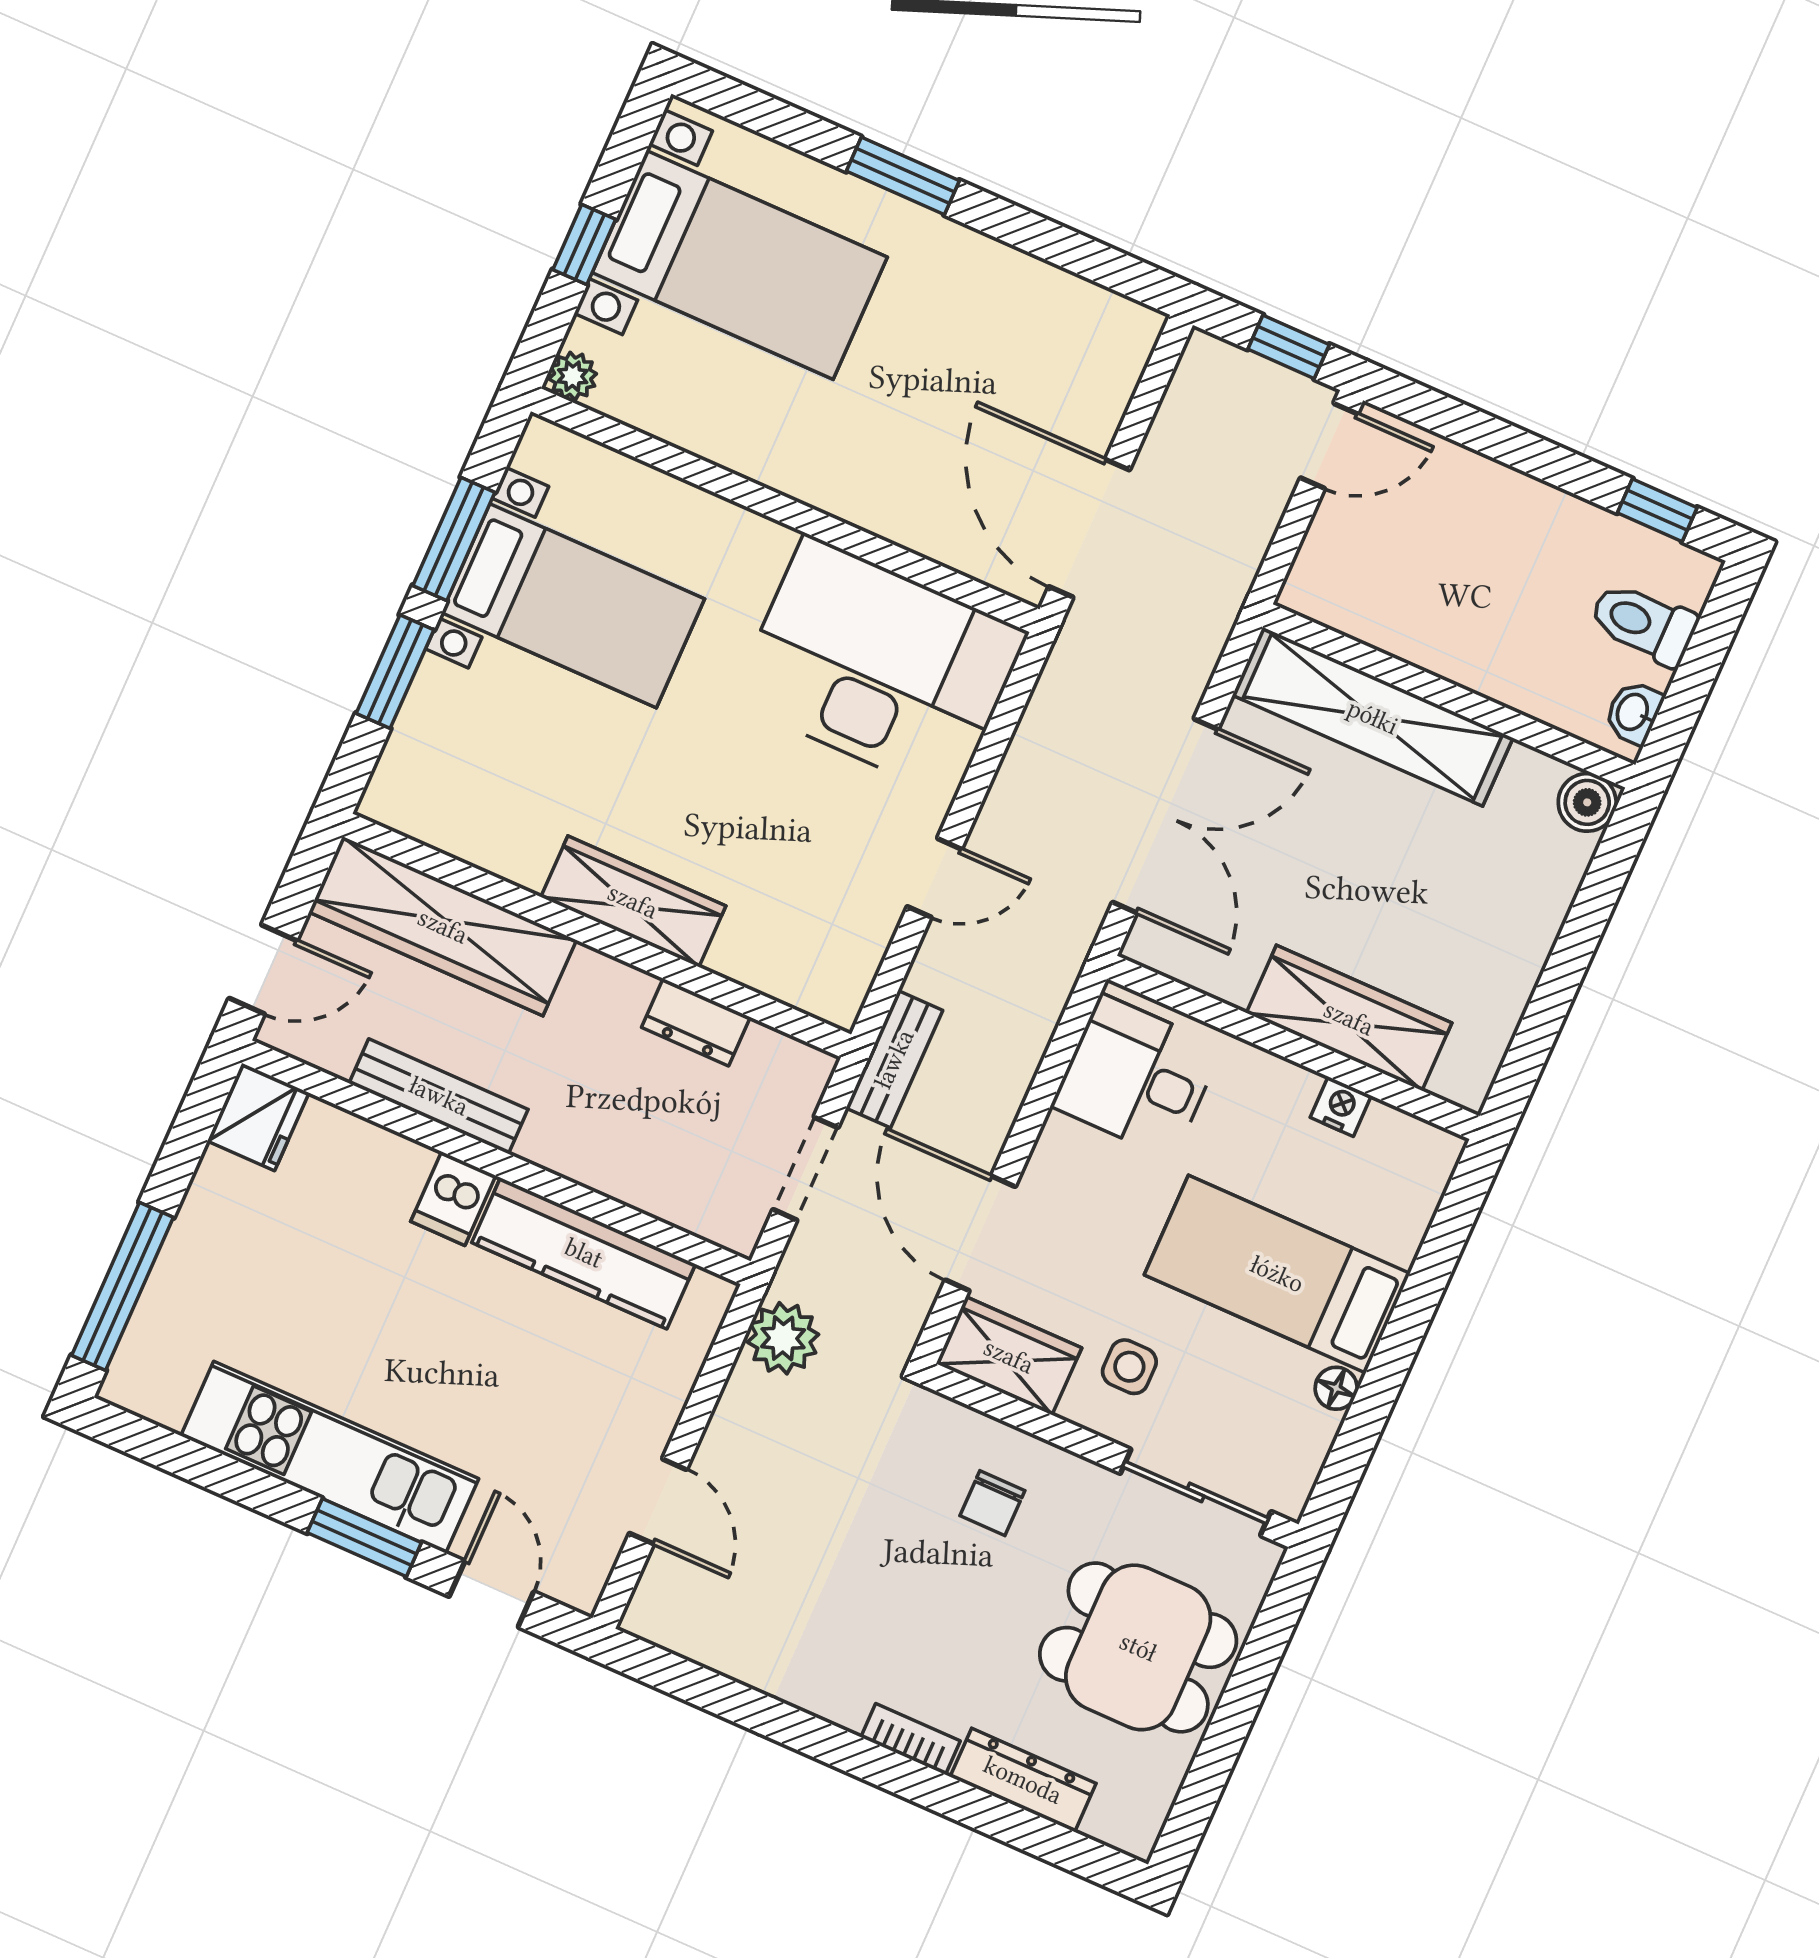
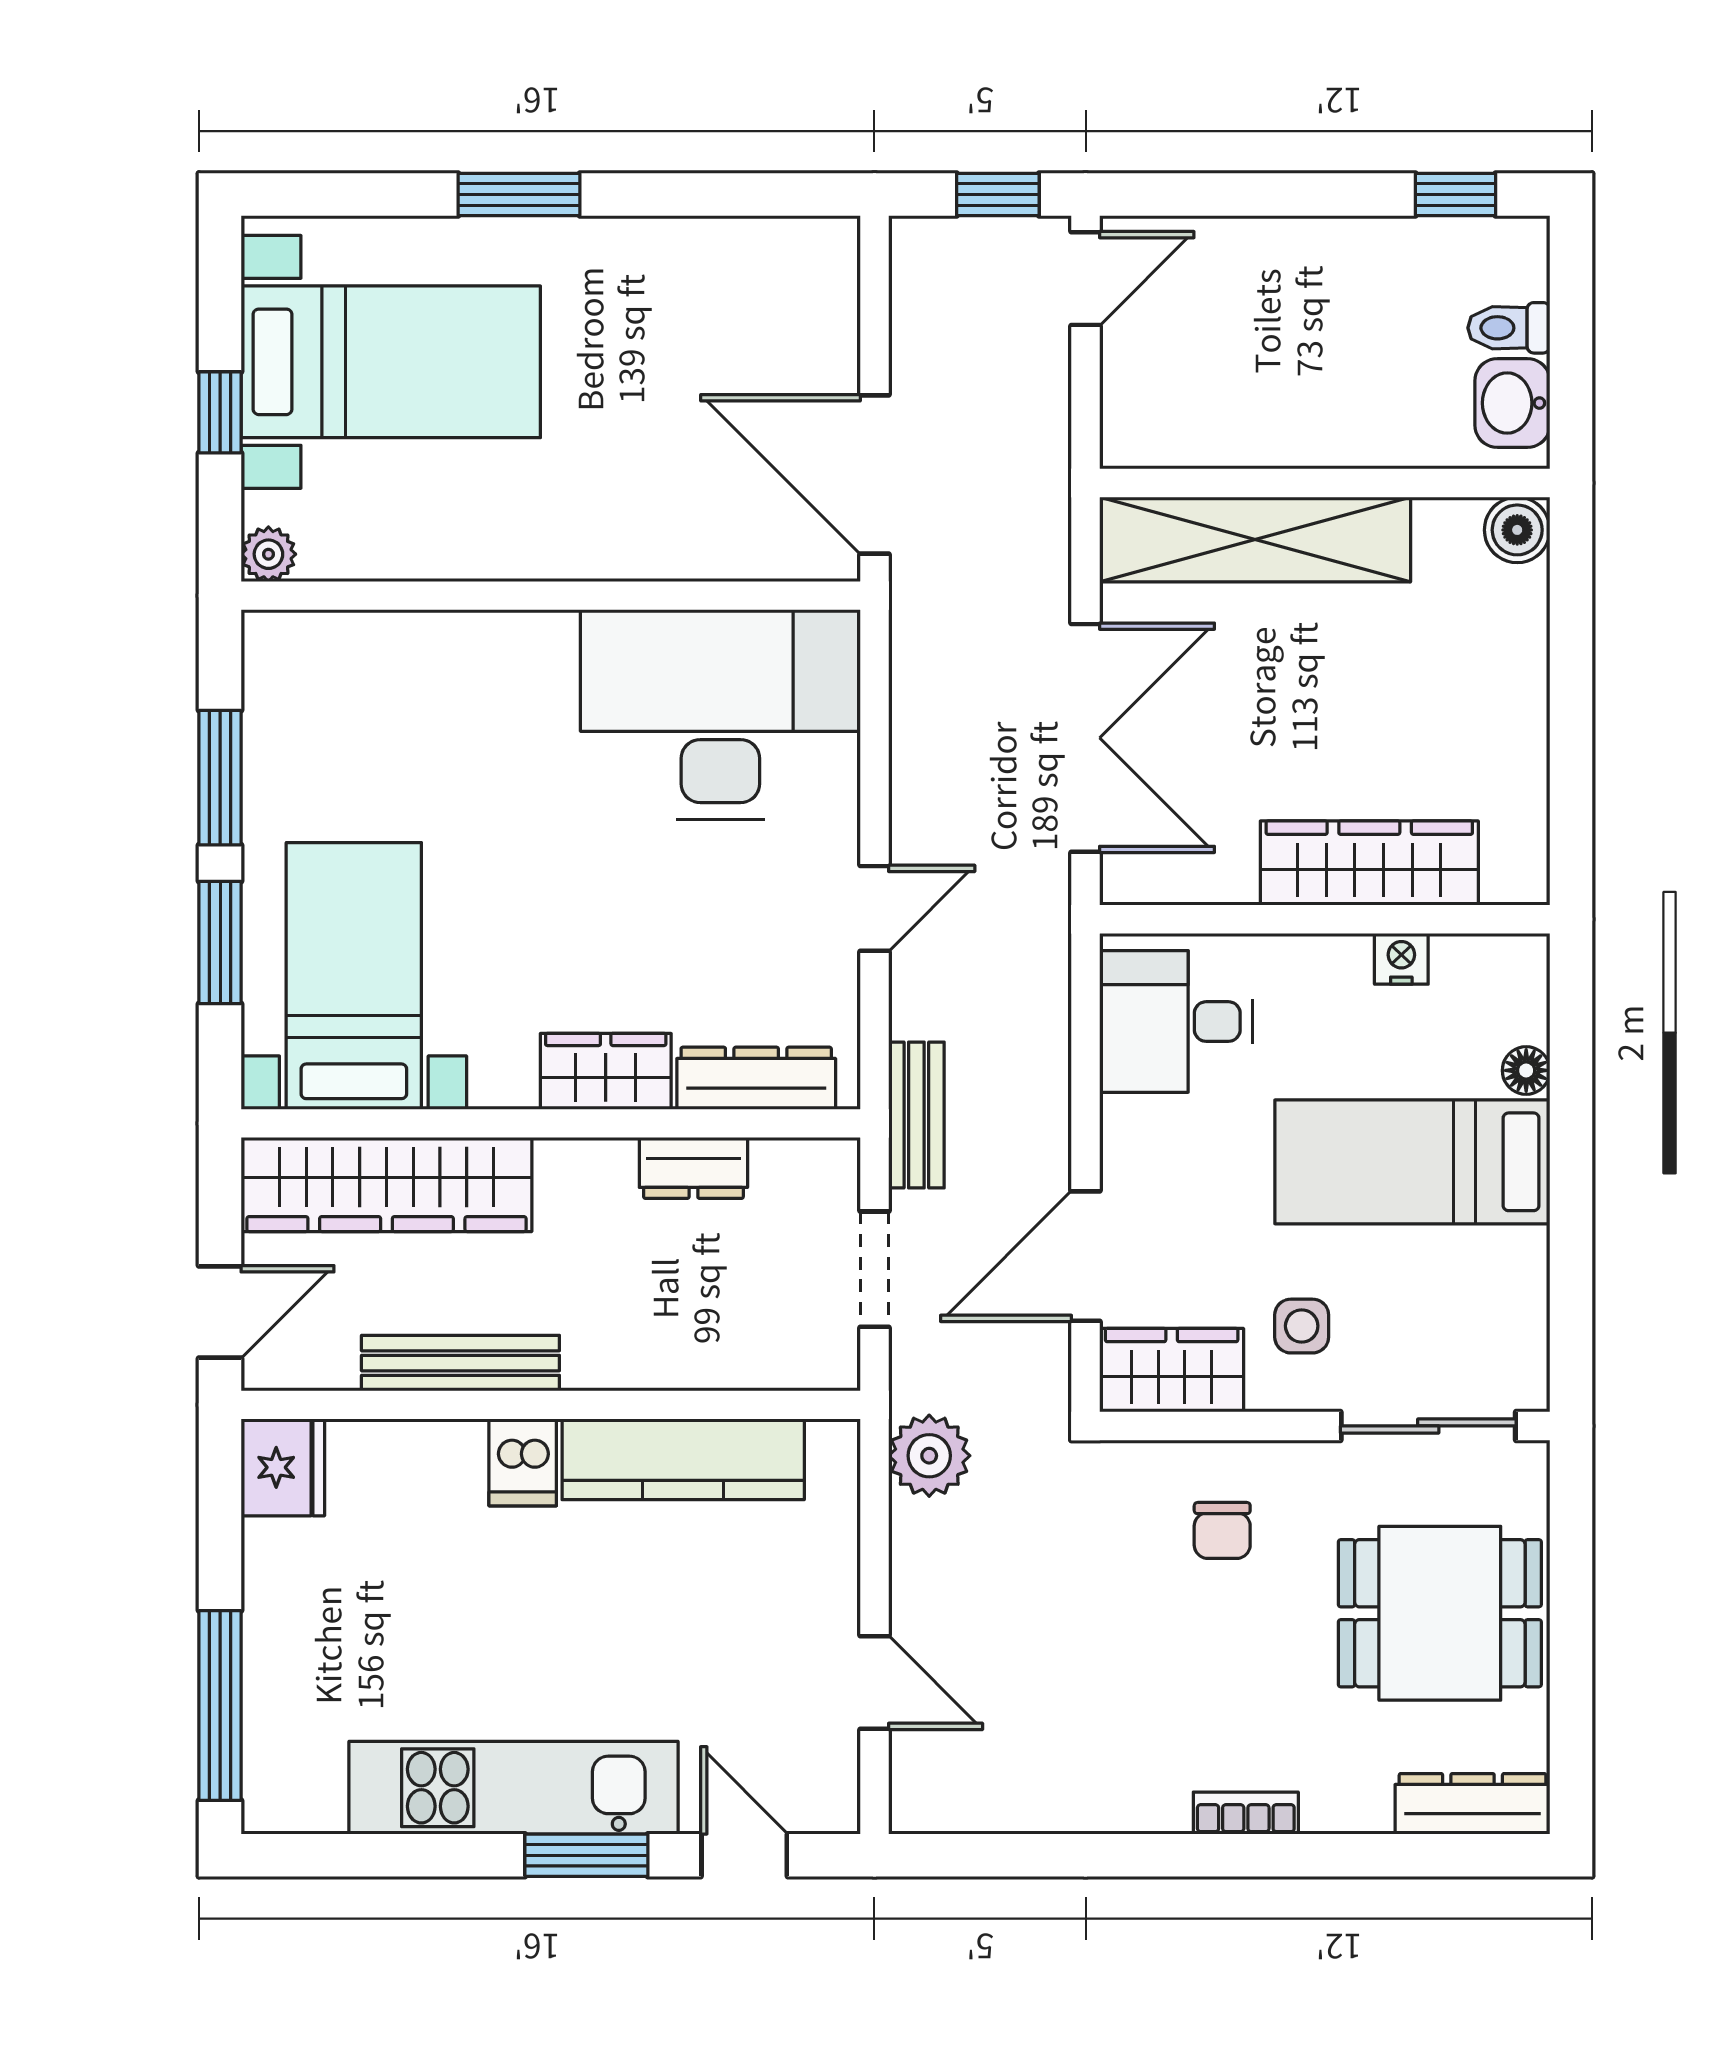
bed with nightstands: (573, 606) -> (354, 976), moved, turned -90
toilet: (1643, 623) -> (1509, 328), width x0.73, depth x0.72
washbasin: (1634, 712) -> (1512, 403), width x1.38, depth x1.45
wardrobe: (633, 901) -> (606, 1071), width x0.67
dresser: (778, 972) -> (756, 1078), added
door: (980, 1233) -> (1086, 1256), hinge flipped
floor lamp: (1336, 1388) -> (1526, 1070), moved
dresser: (1023, 1780) -> (1473, 1804), moved

